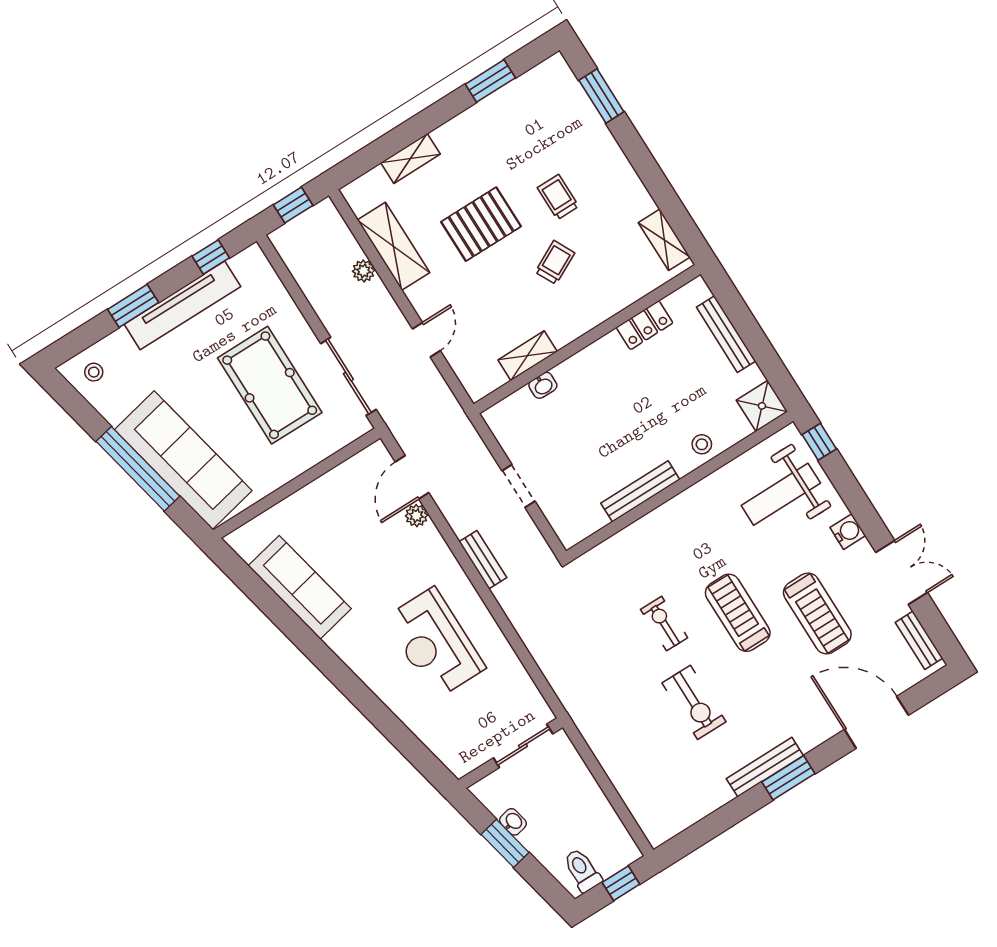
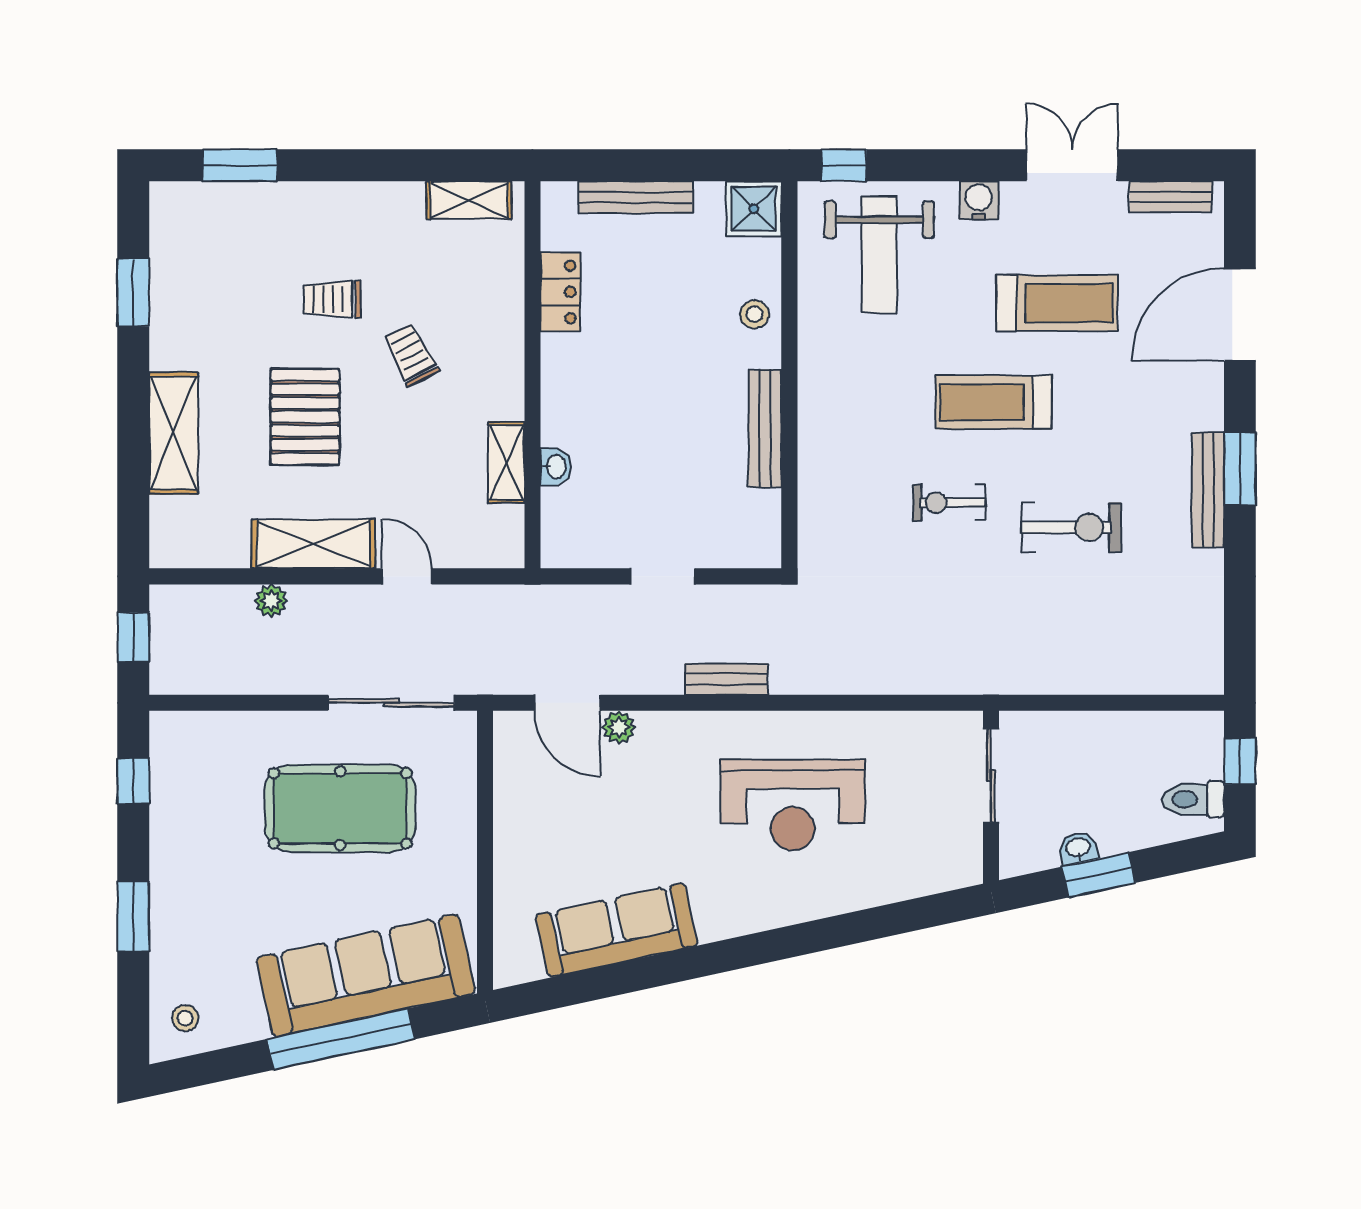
shelving: (411, 158) -> (173, 433), width x1.50, depth x1.33
shelving: (394, 246) -> (313, 544), moved
tv unit: (182, 305) -> (172, 855), removed

